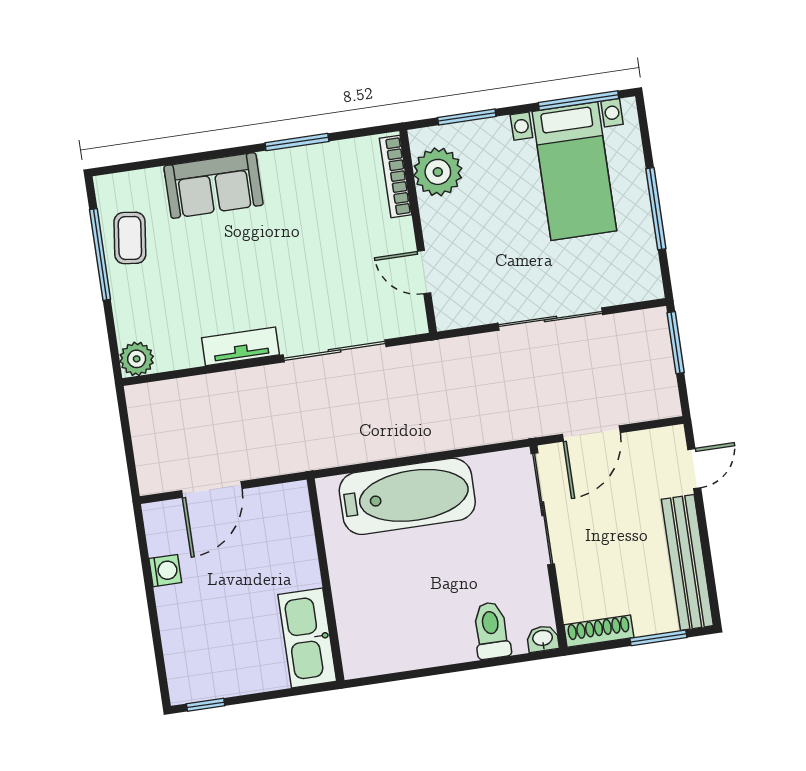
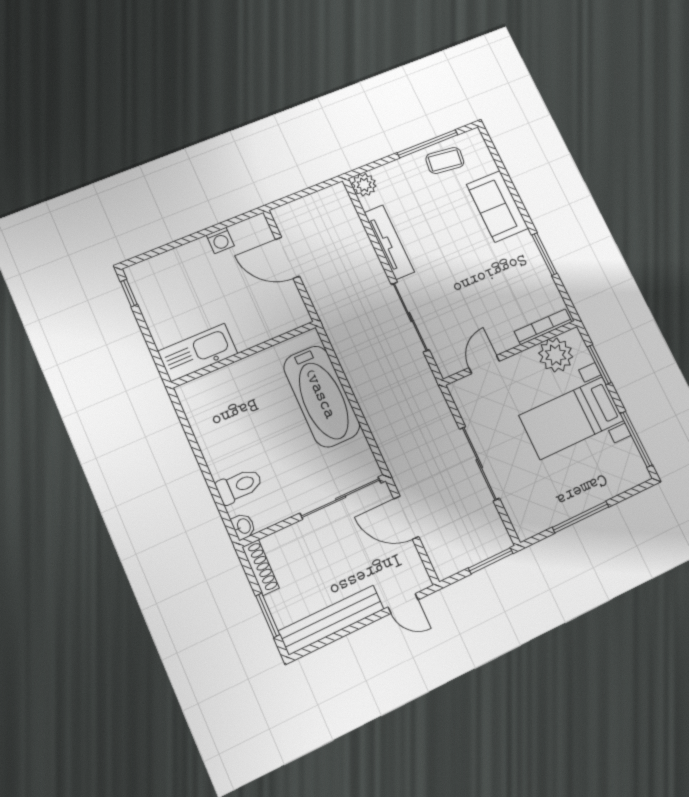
bed with nightstands: (574, 171) -> (572, 418), moved
tv unit: (240, 346) -> (389, 242), width x1.41

